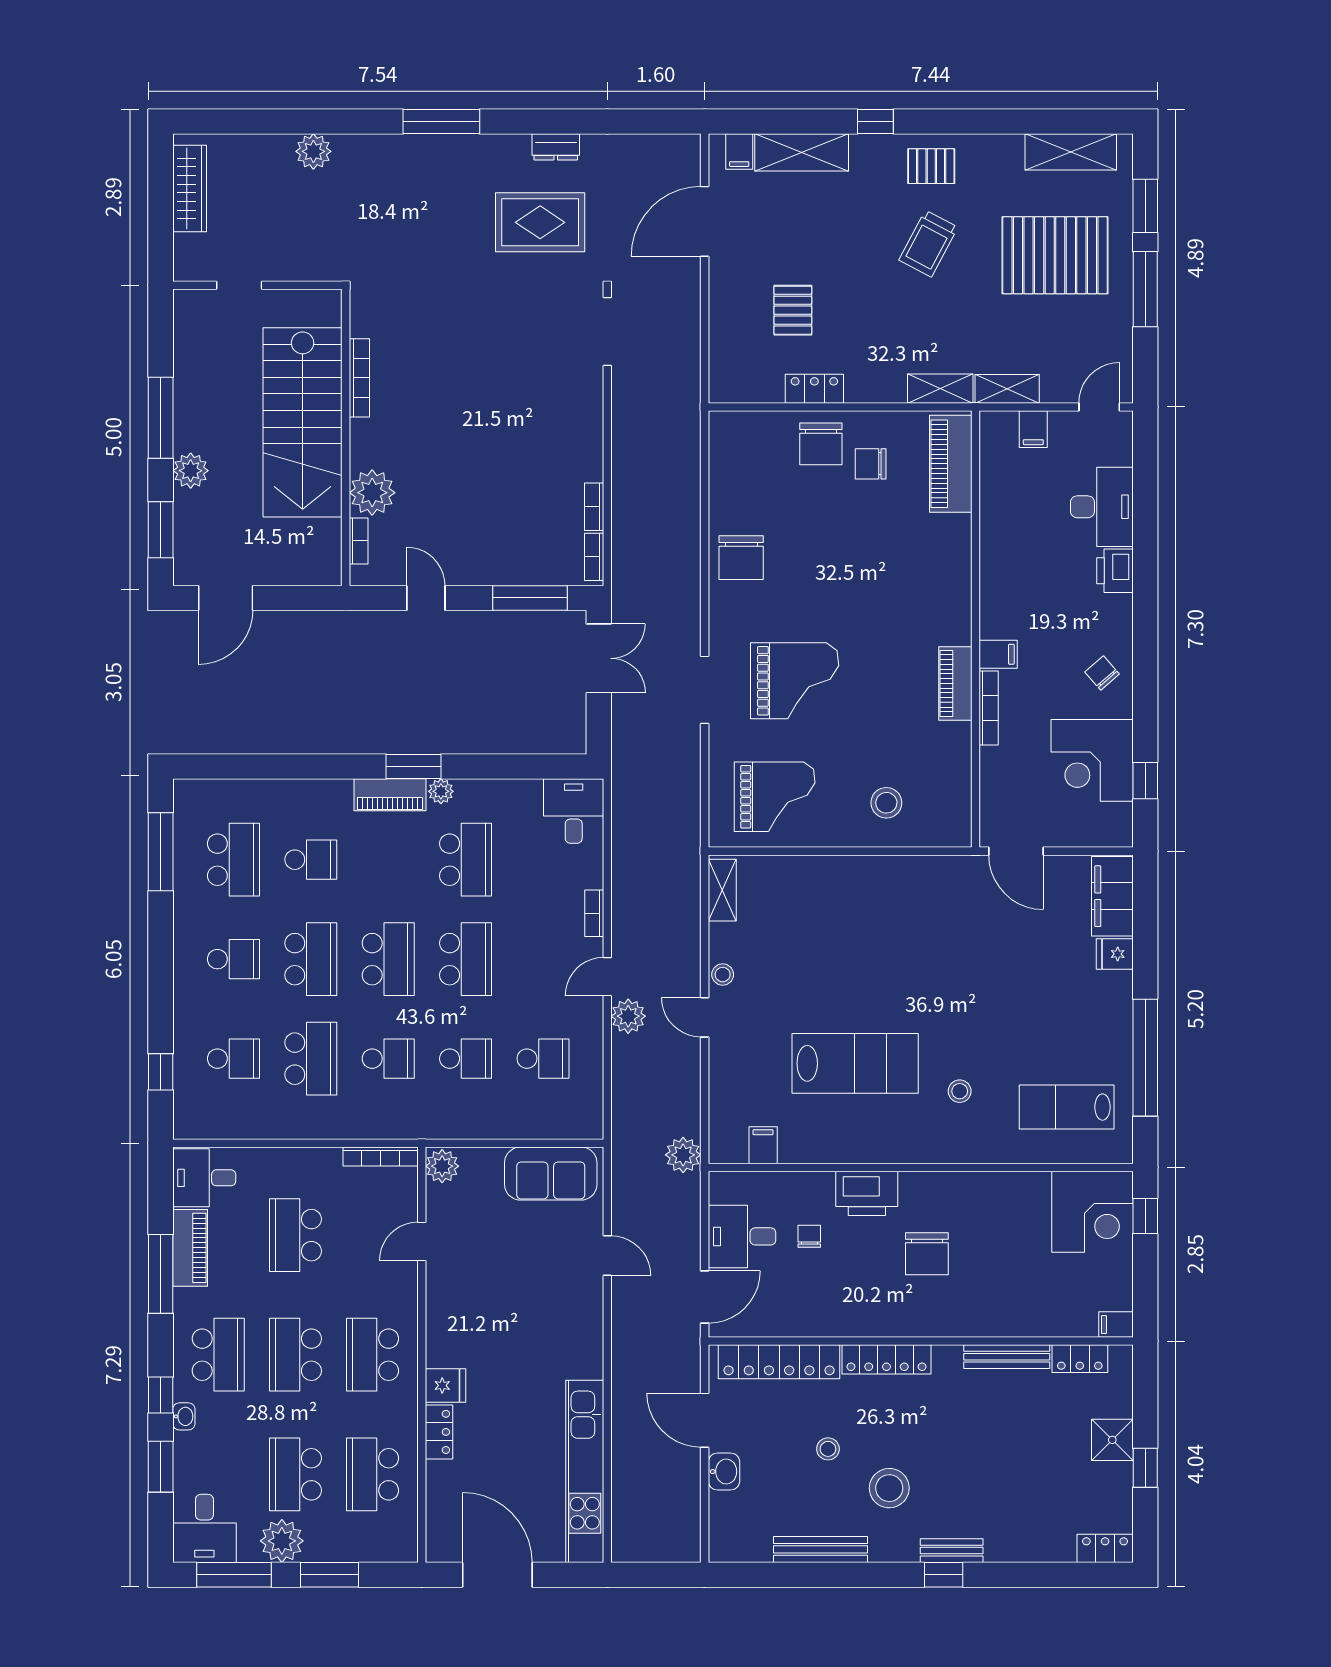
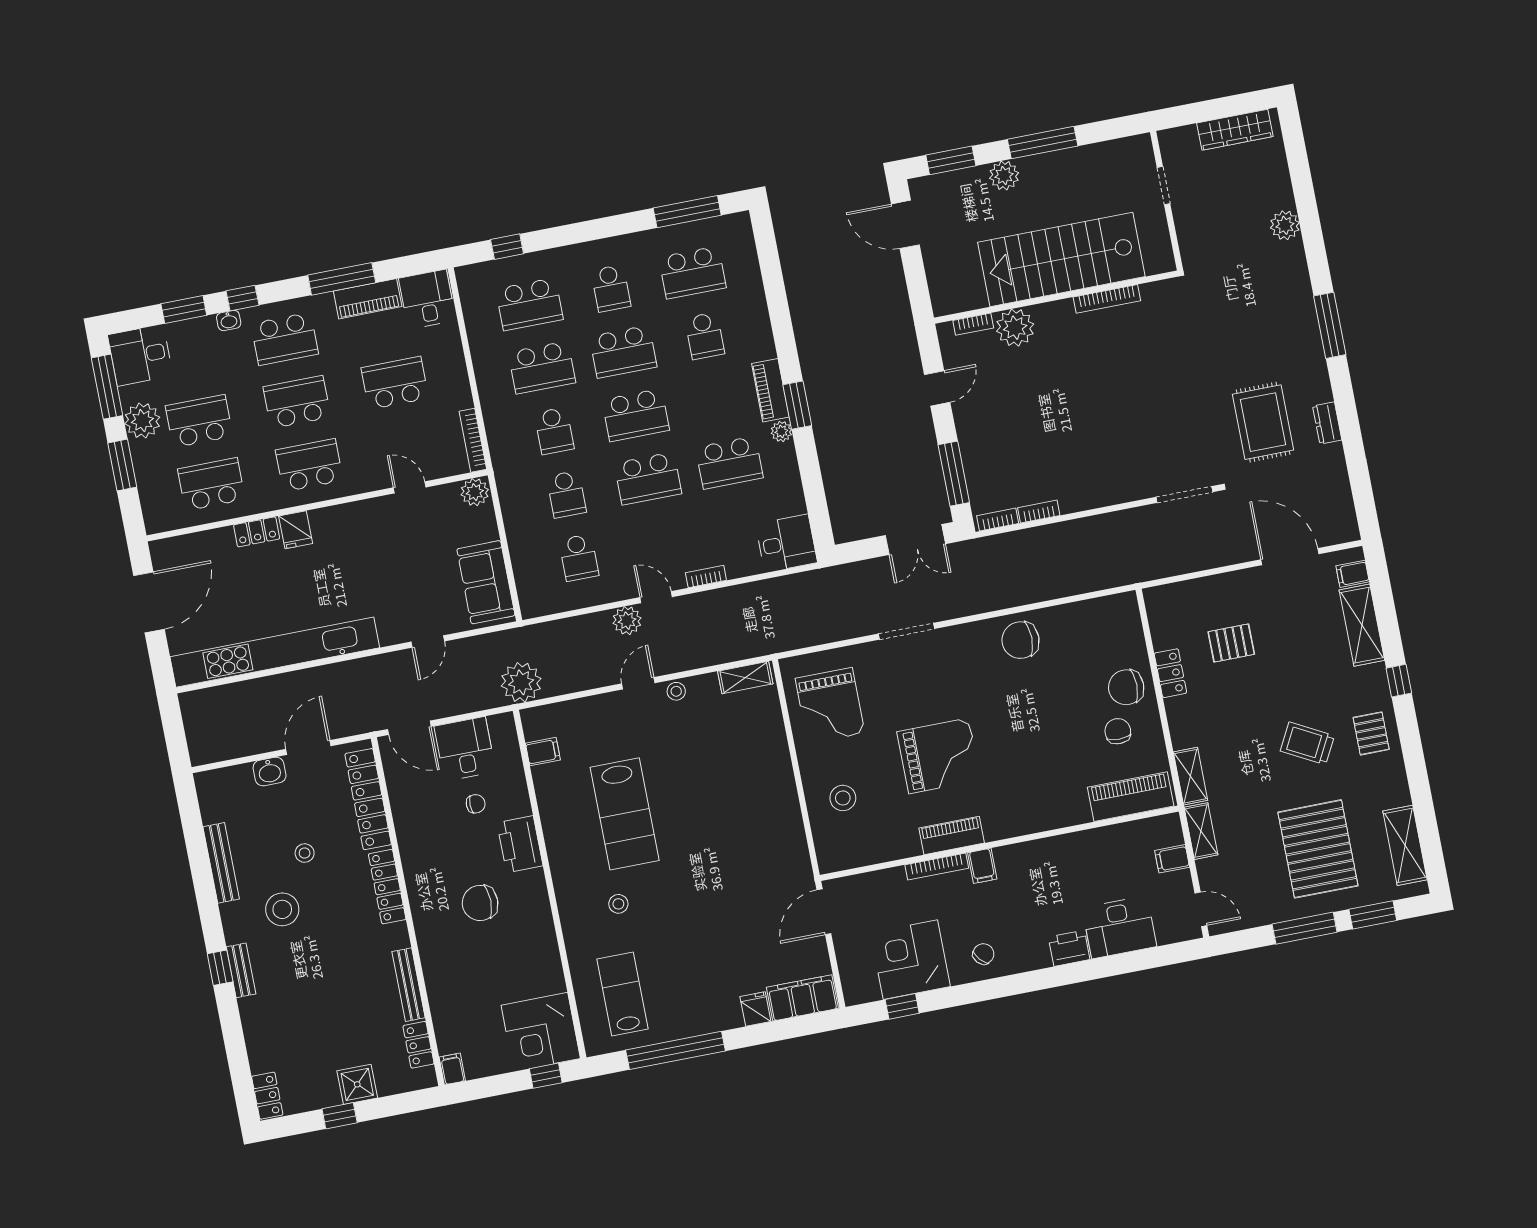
grand piano: (795, 681) -> (939, 756), moved, turned -90
school desk: (233, 1059) -> (529, 304), width x1.85
plant: (683, 1155) -> (521, 682), width x1.36, depth x1.36
kitchen unit: (585, 1471) -> (275, 652), width x1.36

